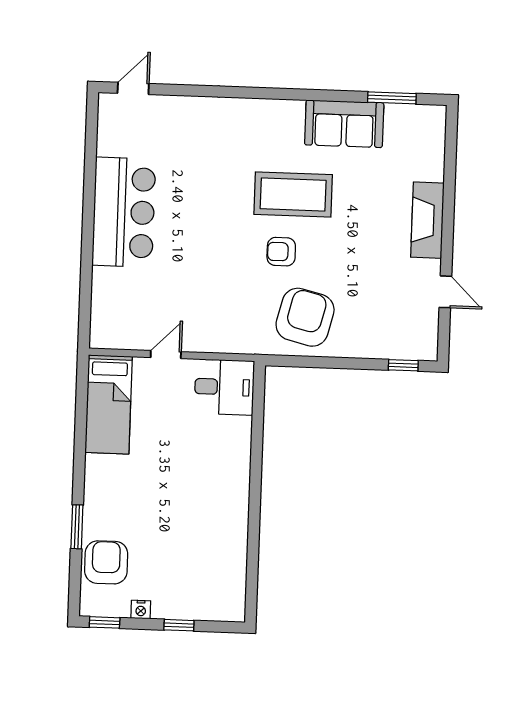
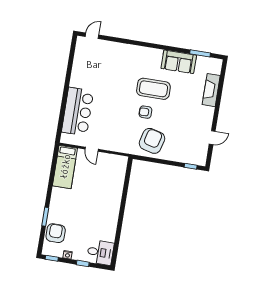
bar counter: (124, 212) -> (78, 112), moved
fireplace: (427, 220) -> (211, 90), moved
door: (445, 292) -> (212, 138), hinge flipped
door: (166, 355) -> (92, 149), swing flipped
desk: (224, 387) -> (100, 252), moved

